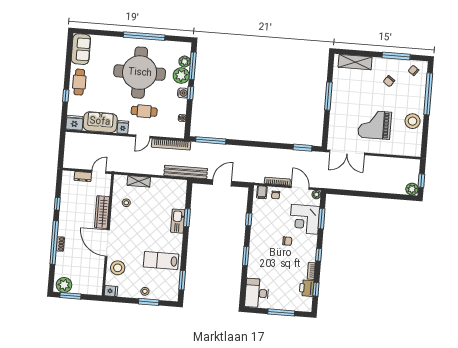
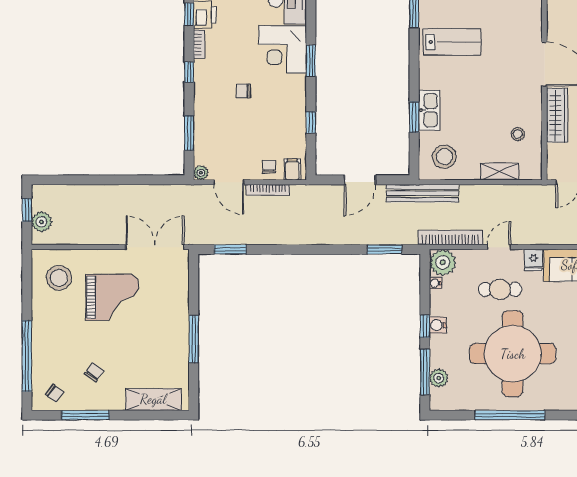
plant: (181, 76) -> (443, 262), moved
stool: (413, 121) -> (59, 278), moved
window: (211, 140) -> (385, 249), width x0.69
plant: (412, 189) -> (42, 222), moved
corner desk: (305, 219) -> (283, 49), moved, turned 180
stool: (118, 268) -> (444, 157), moved

